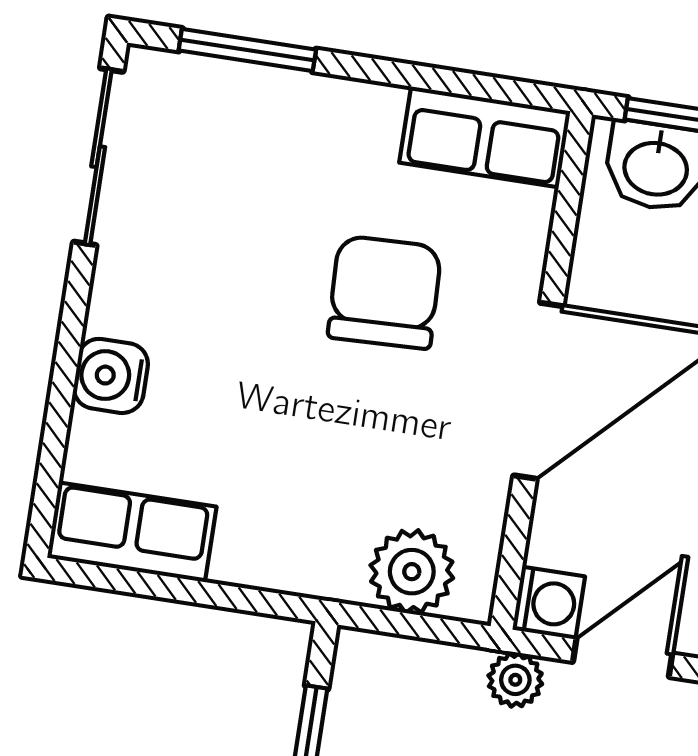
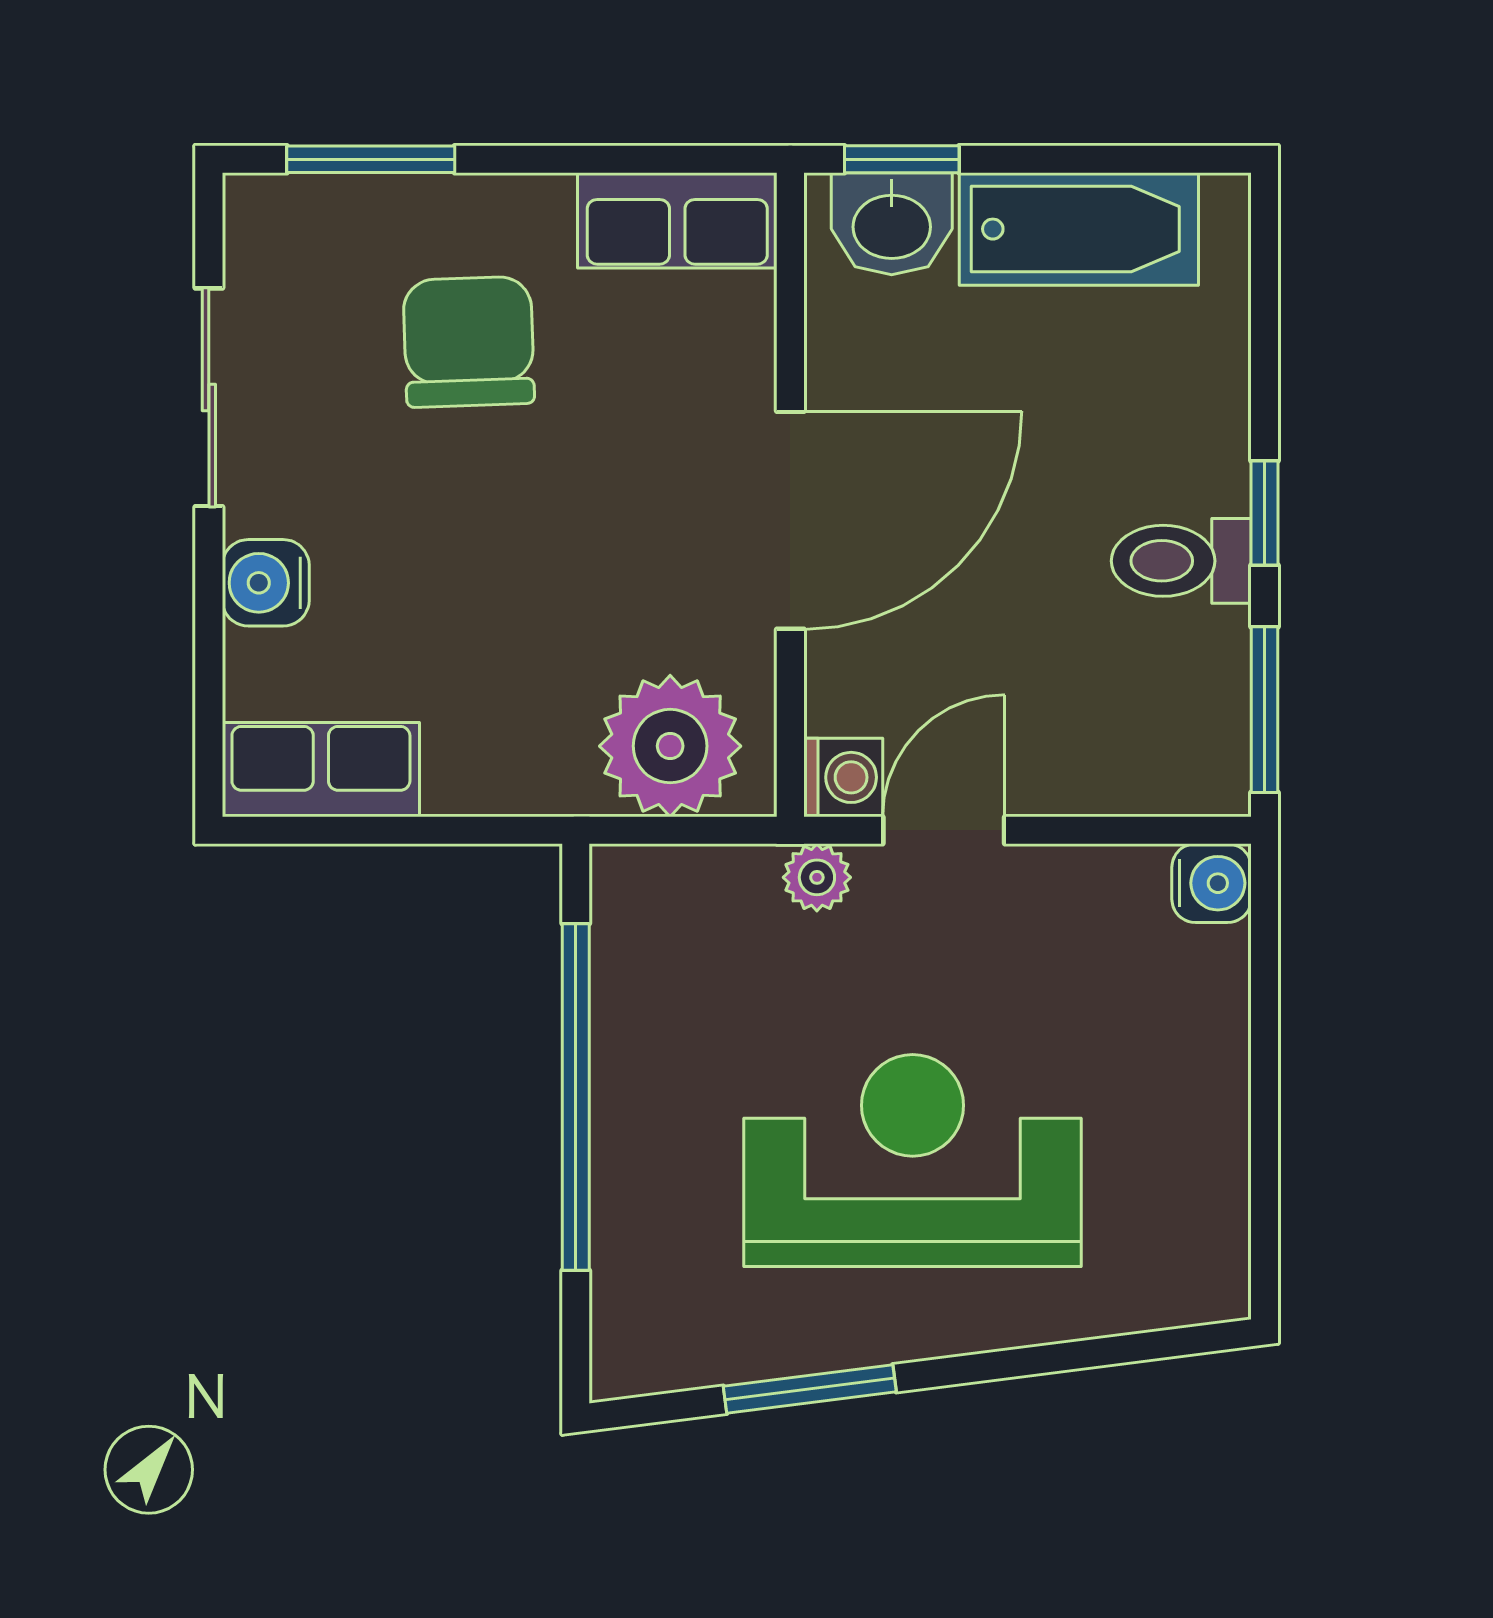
sliding door: (98, 157) -> (209, 397), moved
chair: (385, 292) -> (469, 342), moved
plant: (412, 572) -> (670, 746), width x1.36, depth x1.36

